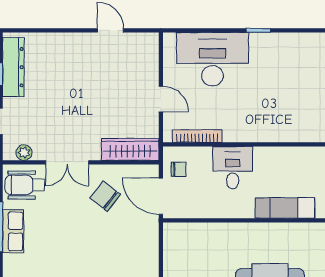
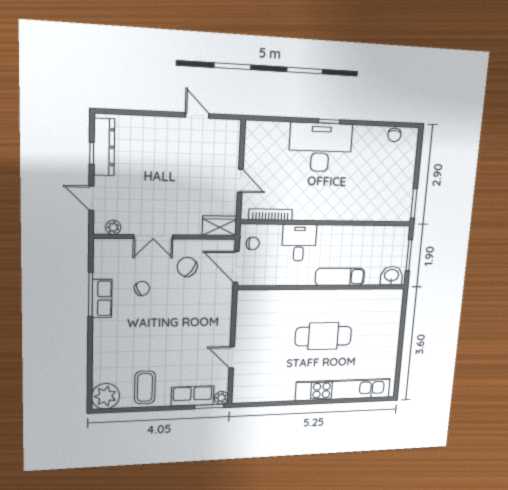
desk: (213, 59) -> (320, 147), moved
wardrobe: (130, 149) -> (220, 226), width x0.67
wheelchair: (25, 185) -> (114, 257), removed
chair: (56, 220) -> (142, 288), added

